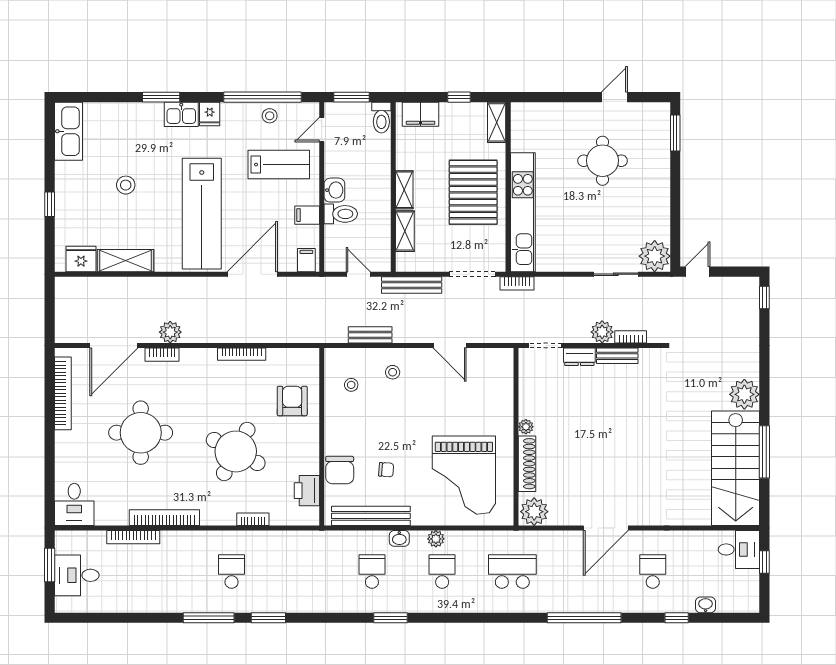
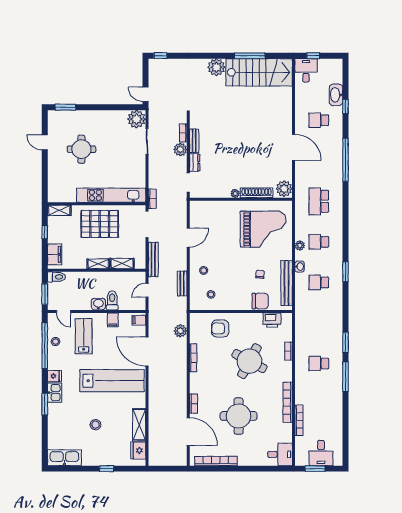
plant: (170, 332) -> (180, 331), moved
washbasin: (706, 605) -> (336, 95), width x1.91, depth x1.45

